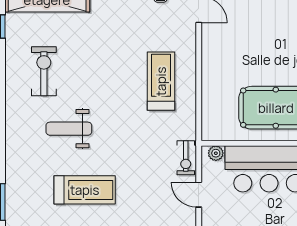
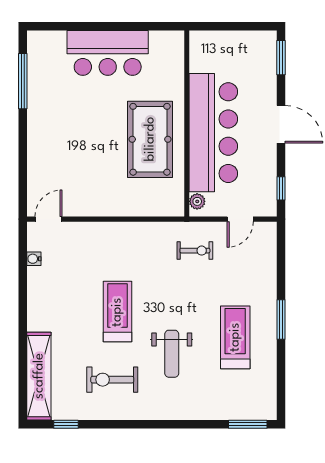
treadmill: (161, 81) -> (117, 312), moved, turned 90
exercise bike: (186, 158) -> (195, 251), moved

